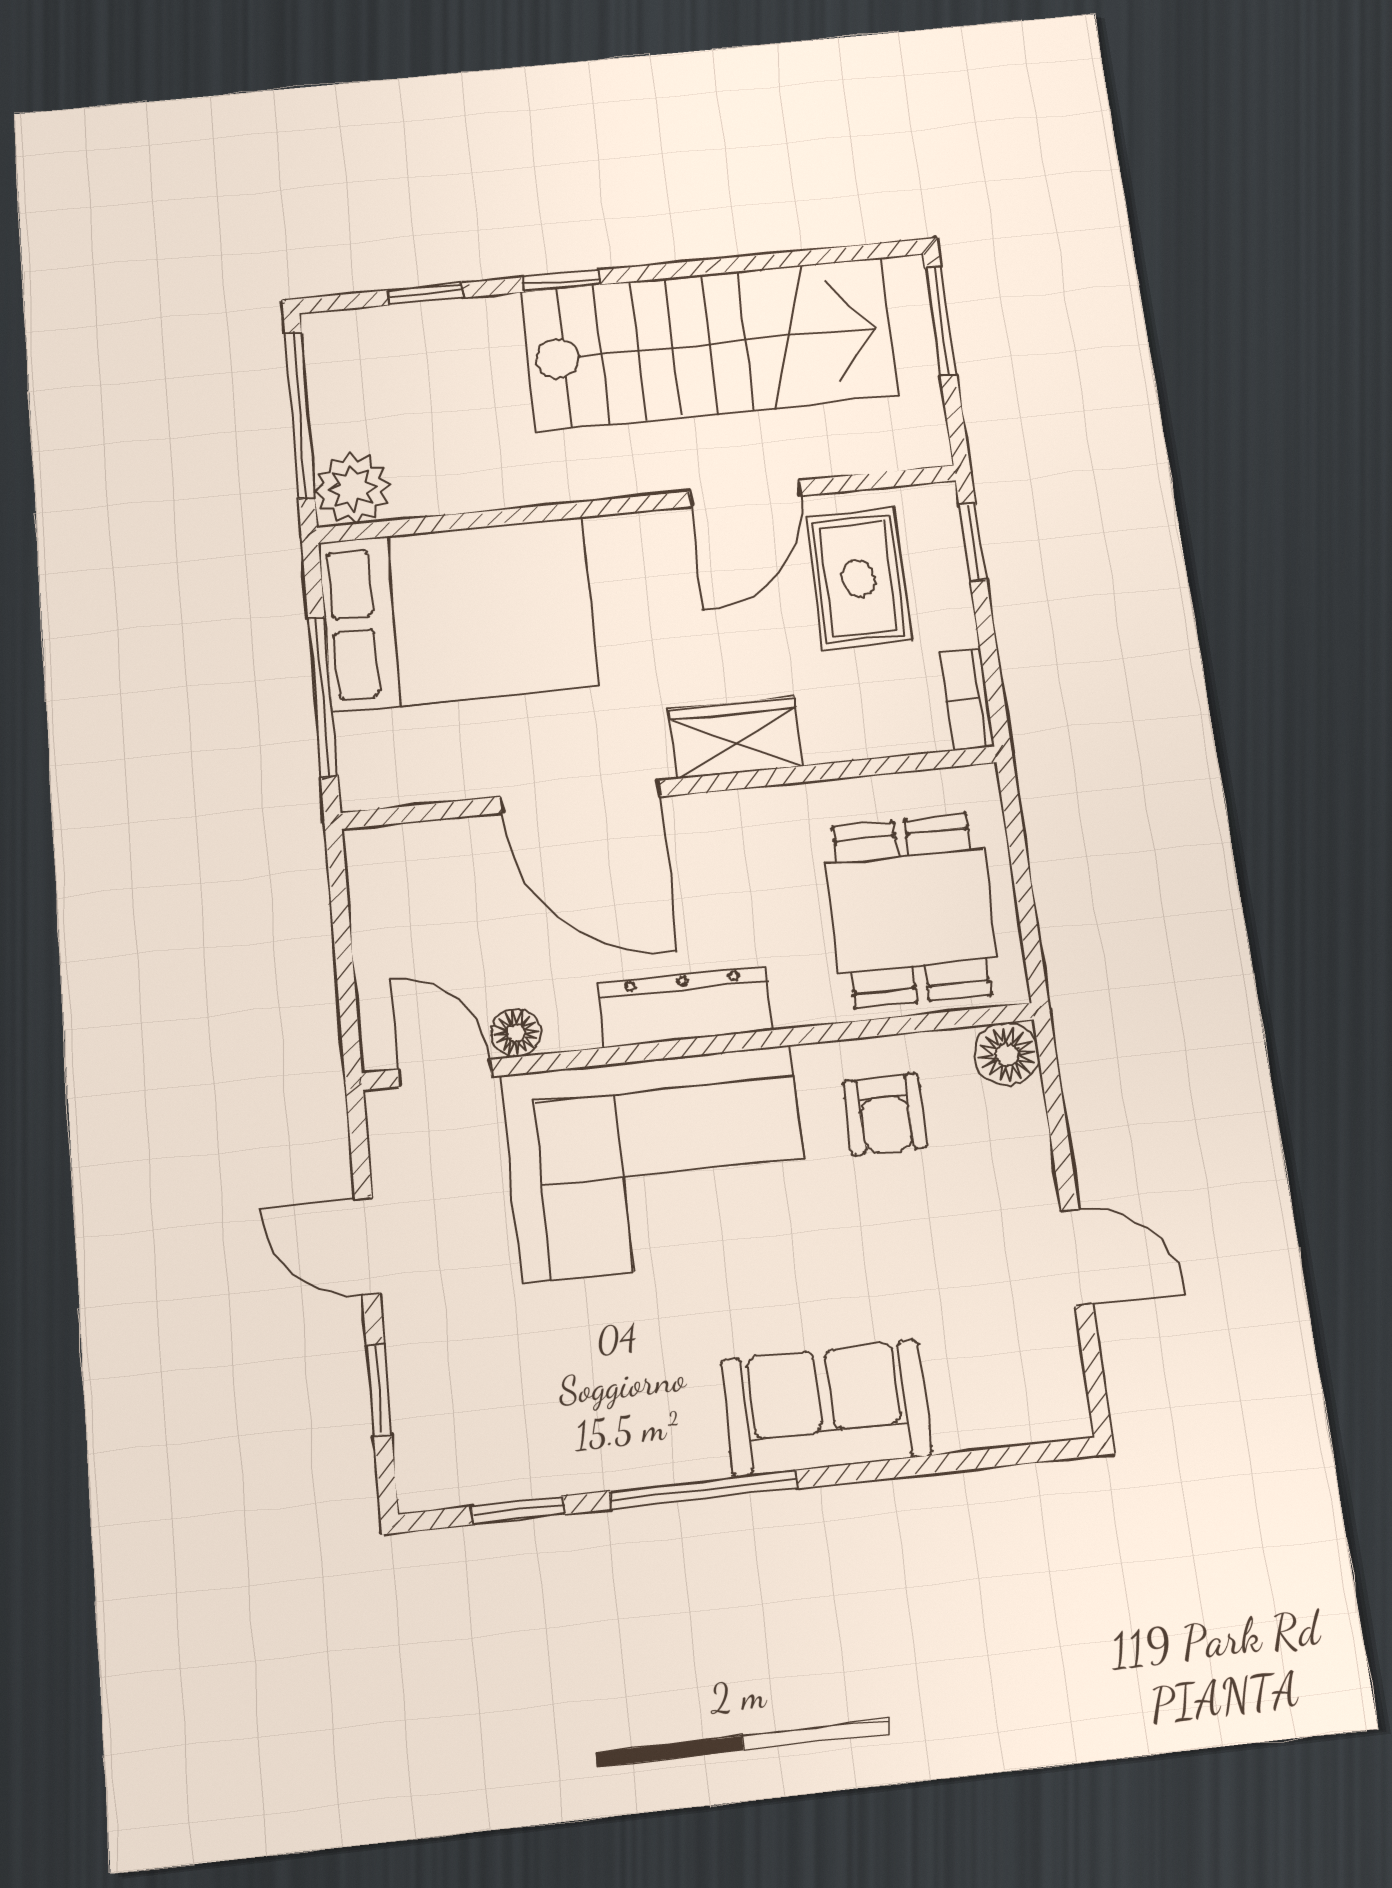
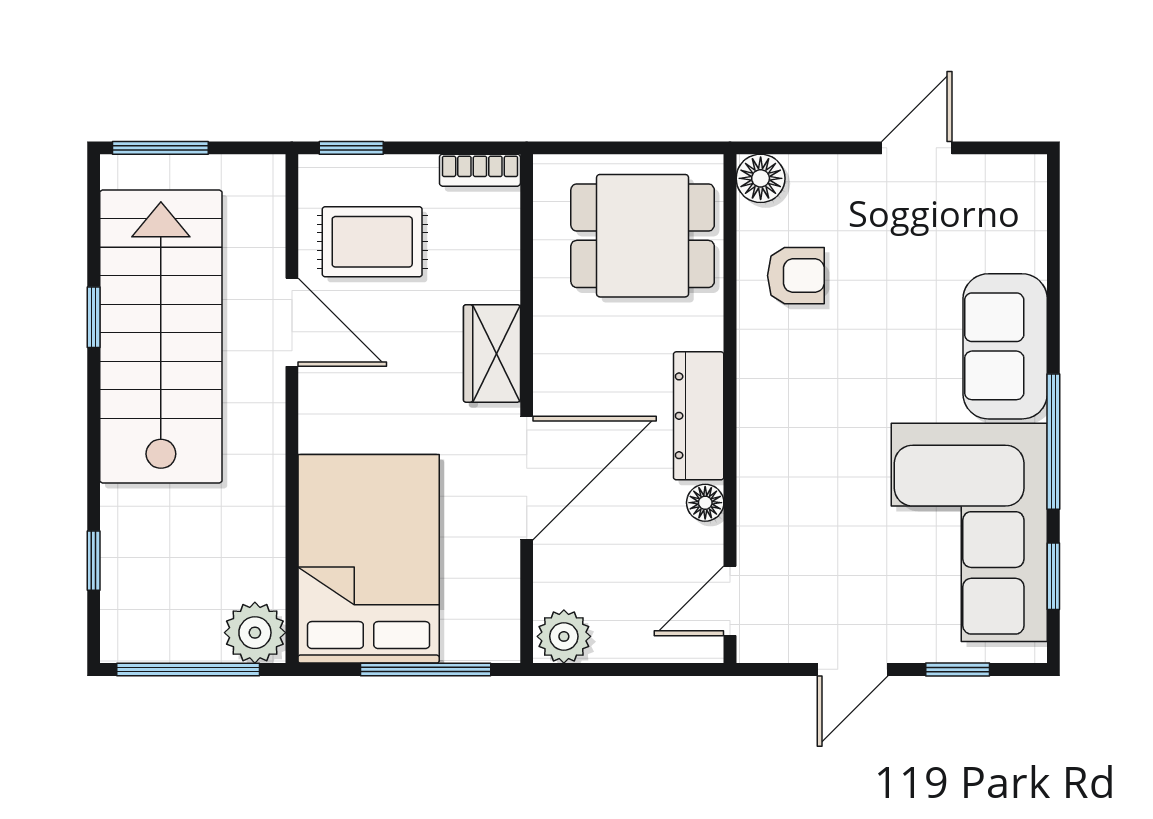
window: (562, 281) -> (94, 317), moved
plant: (380, 864) -> (564, 636), added
floor lamp: (516, 1033) -> (705, 503), moved
corner sofa: (657, 1163) -> (969, 532), moved, turned 180

